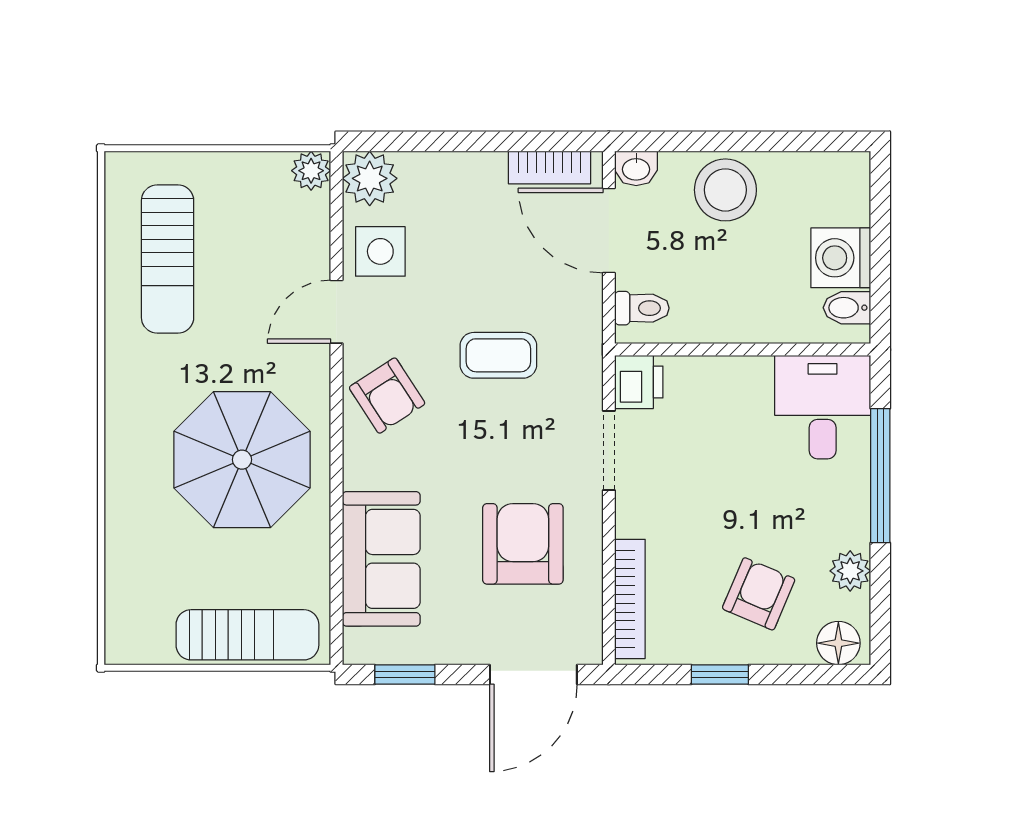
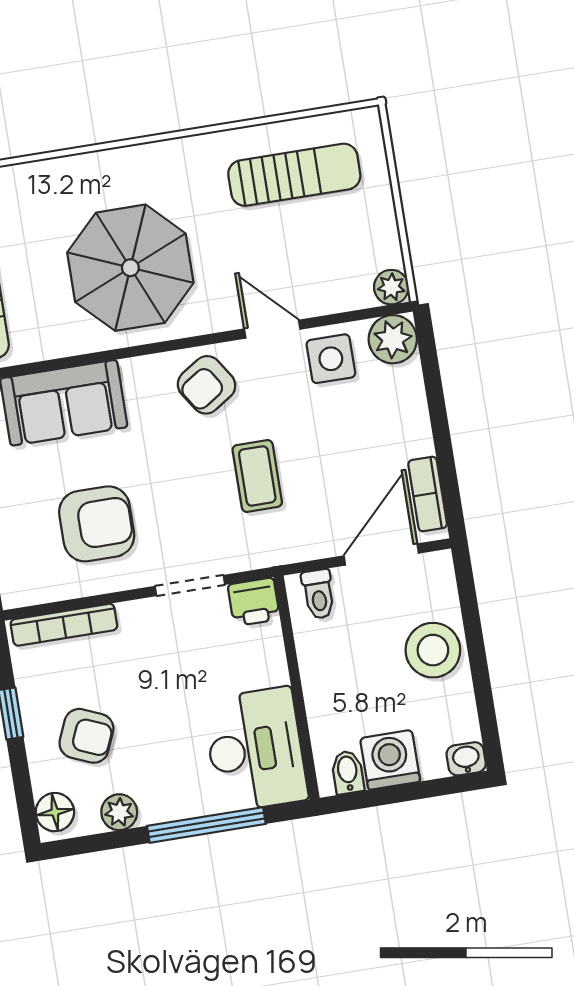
washbasin: (636, 168) -> (466, 759), moved, turned 90
sun lounger: (168, 259) -> (294, 175), turned 180
desk: (823, 407) -> (255, 750), width x1.37

